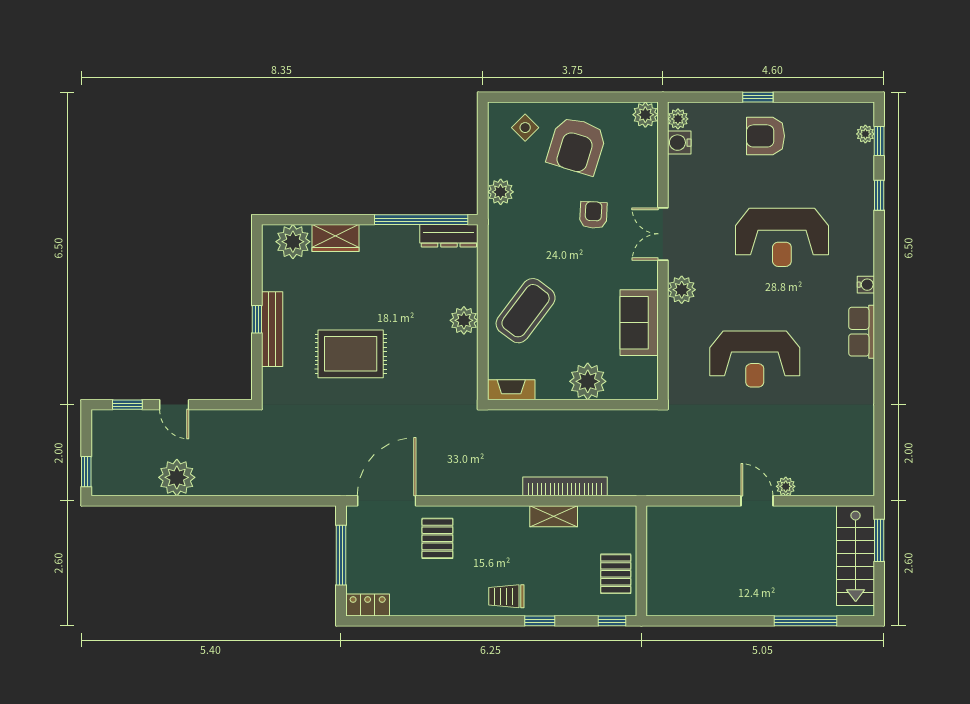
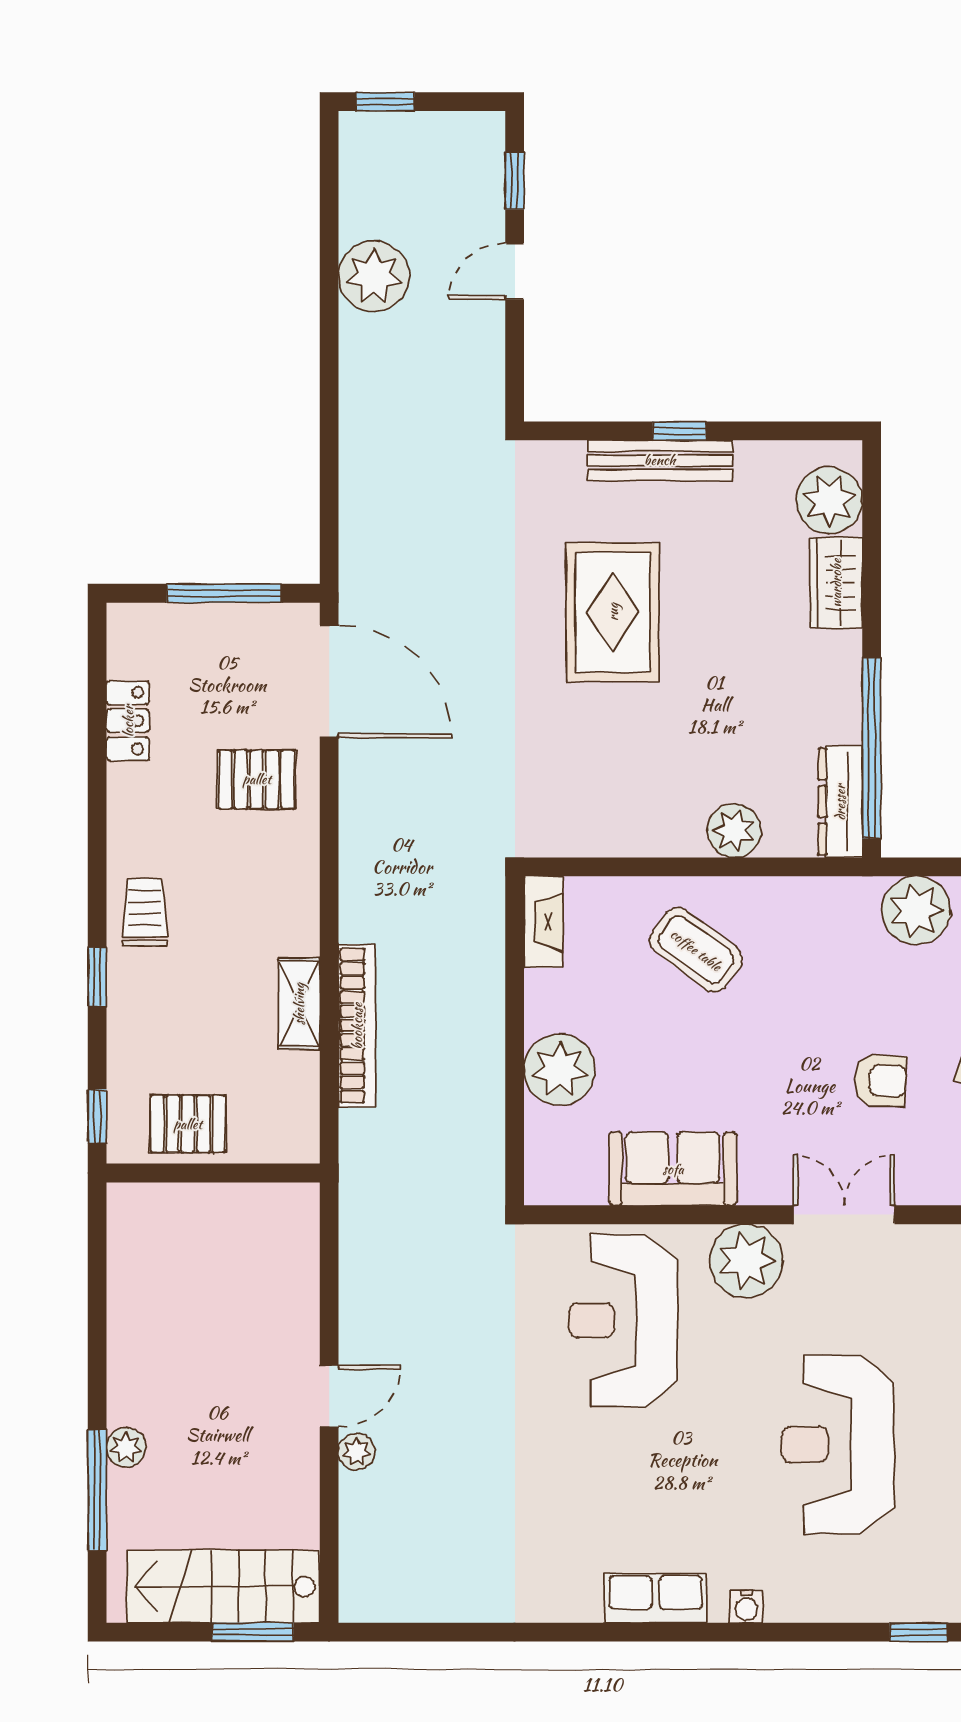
plant: (501, 192) -> (916, 910), width x1.36, depth x1.36
plant: (682, 290) -> (746, 1261), width x1.36, depth x1.36
coffee table: (526, 311) -> (696, 950), width x0.73, depth x0.76
plant: (464, 320) -> (734, 831), moved
reception desk: (755, 359) -> (623, 1320), moved
locker: (368, 605) -> (128, 721), moved
plant: (783, 606) -> (126, 1447), added

